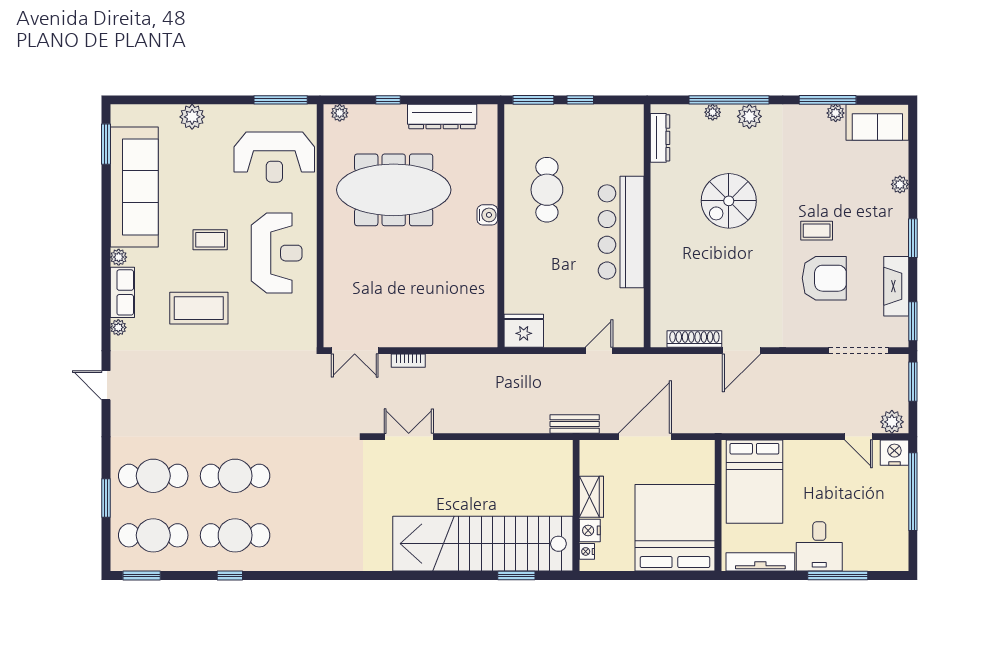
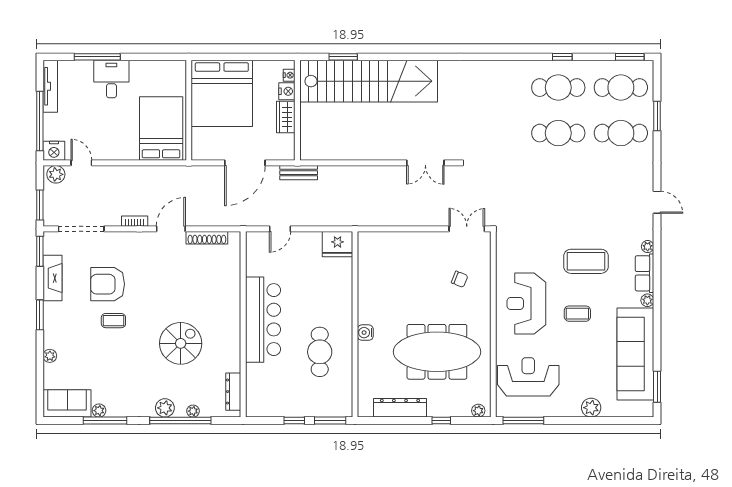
chair: (364, 285) -> (460, 279), added
bookcase: (408, 361) -> (135, 221), moved
tv unit: (760, 562) -> (50, 86), moved, turned -90

